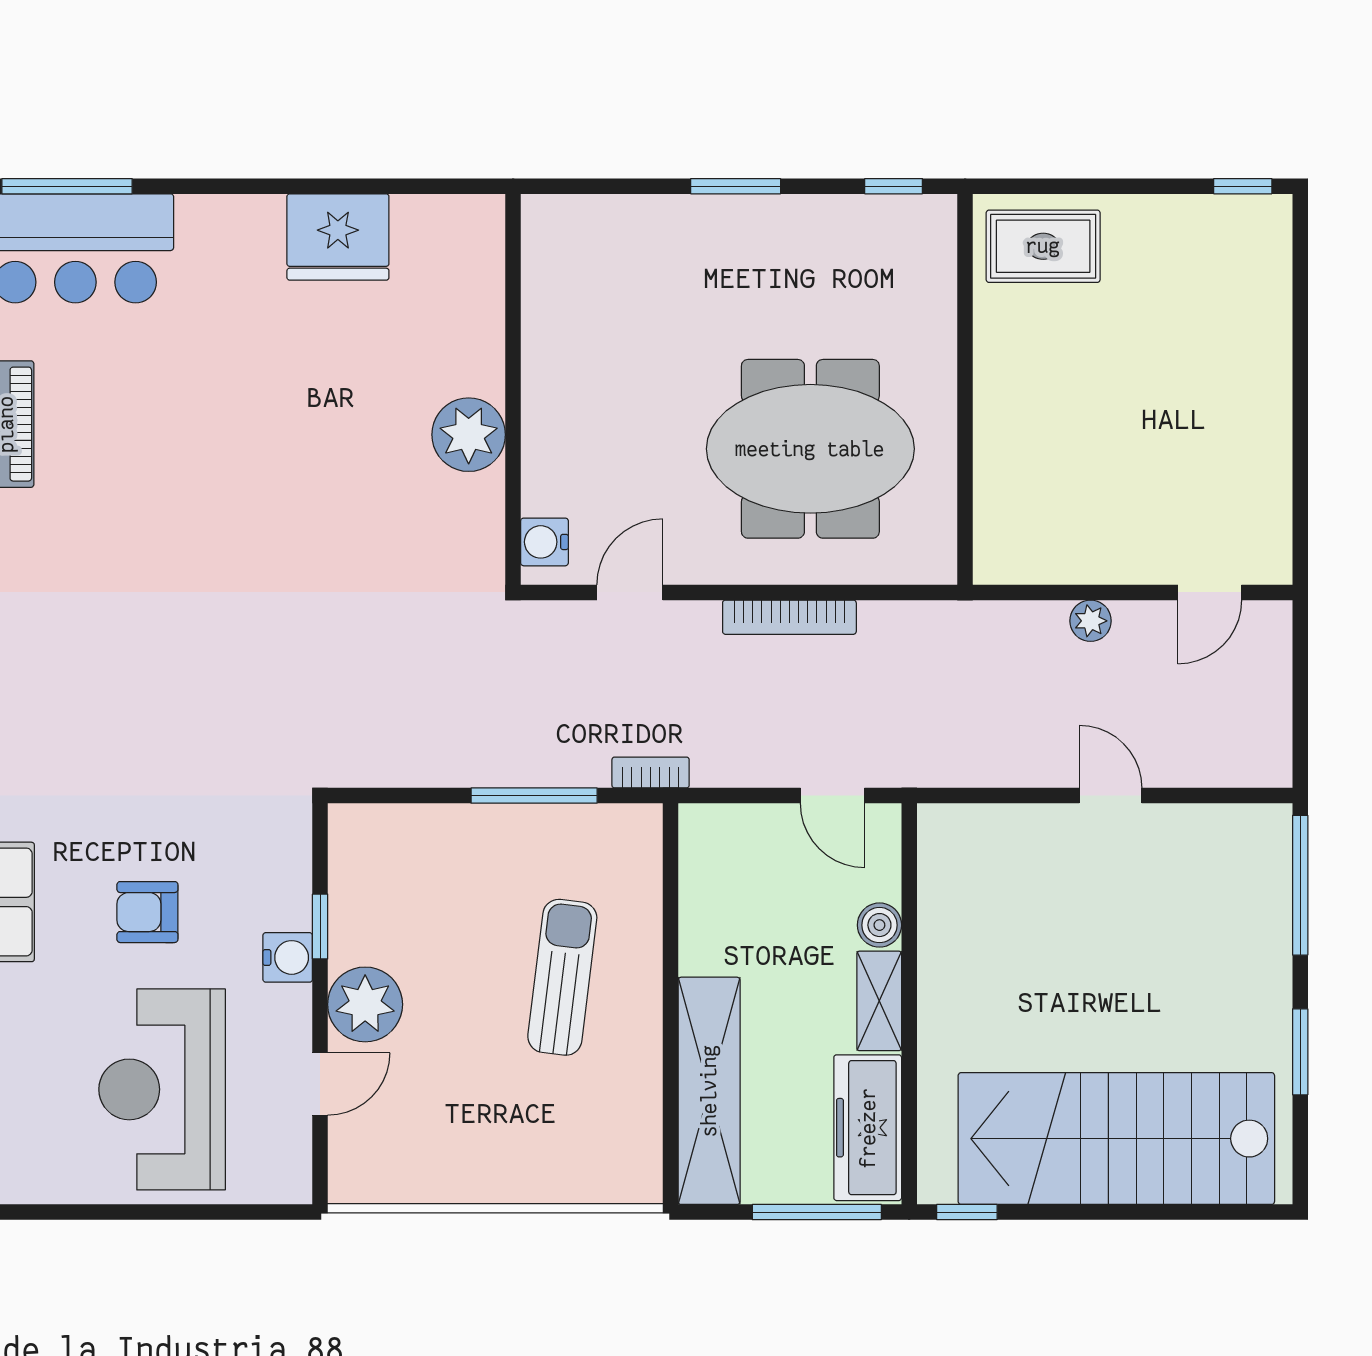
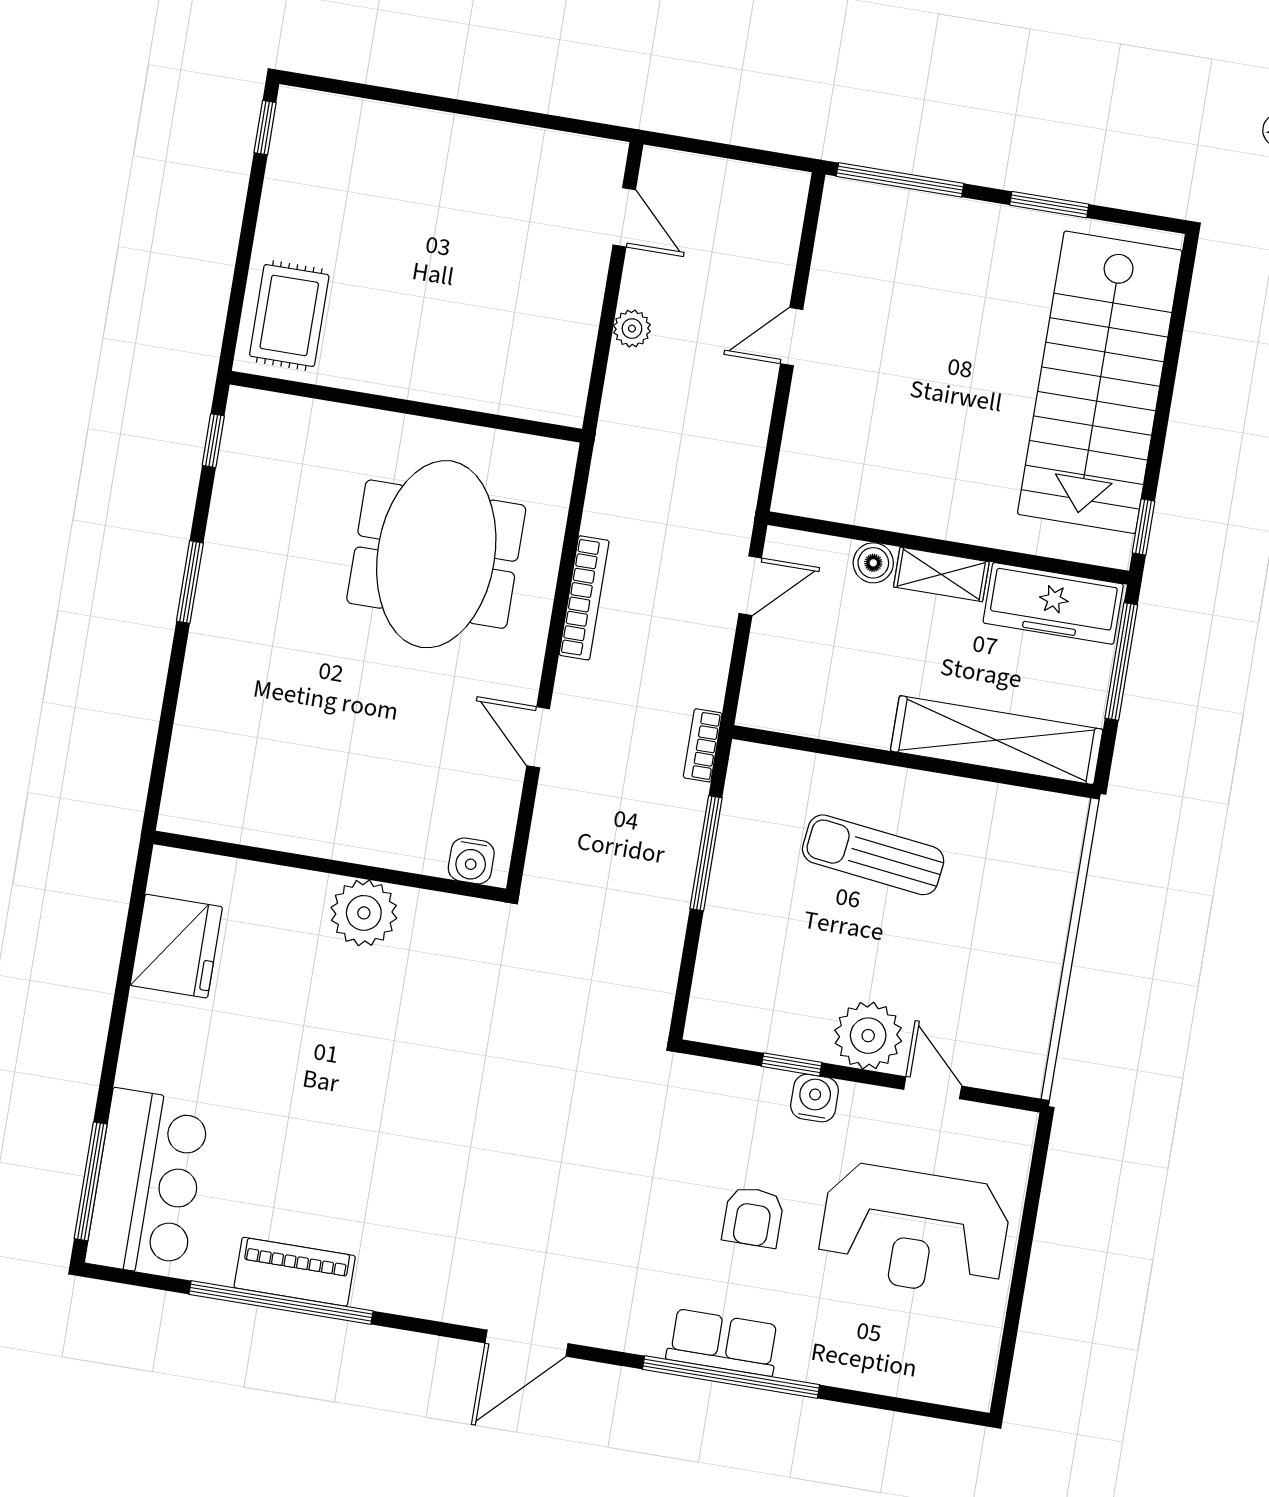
wall: (513, 389) -> (330, 866), moved
plant: (469, 435) -> (364, 913), moved
water cooler: (544, 542) -> (471, 861), moved

